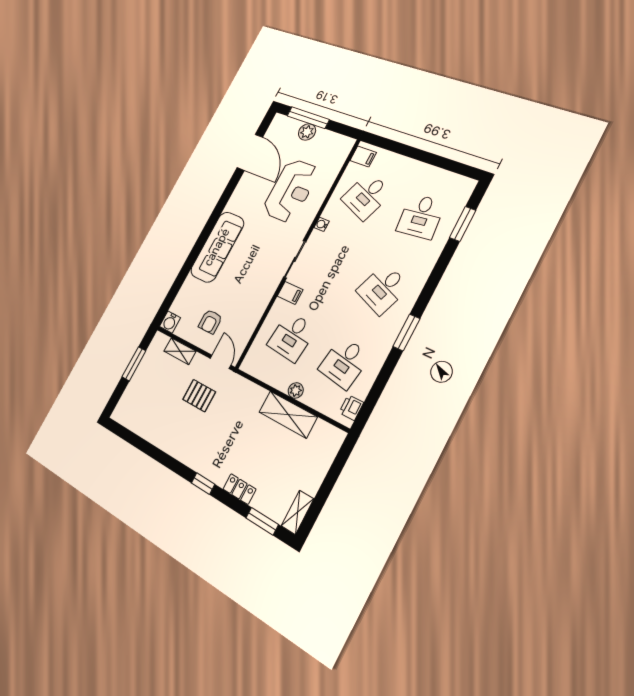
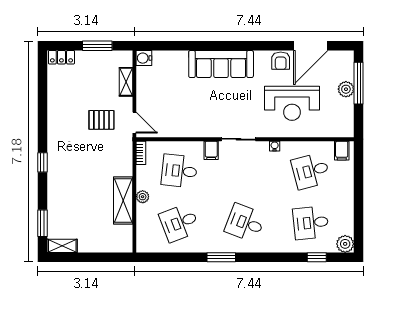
plant: (464, 187) -> (345, 244), added
desk: (366, 196) -> (311, 171), turned -36
window: (463, 224) -> (317, 257), width x0.67
armchair: (210, 322) -> (281, 61), moved, turned -90
door: (221, 362) -> (134, 123), hinge flipped
desk: (344, 363) -> (179, 223), turned -30
bookcase: (252, 370) -> (141, 153), added
pallet: (199, 396) -> (101, 120), turned 90
printer: (351, 408) -> (151, 245), removed
locker: (239, 489) -> (61, 57), moved, turned 90

